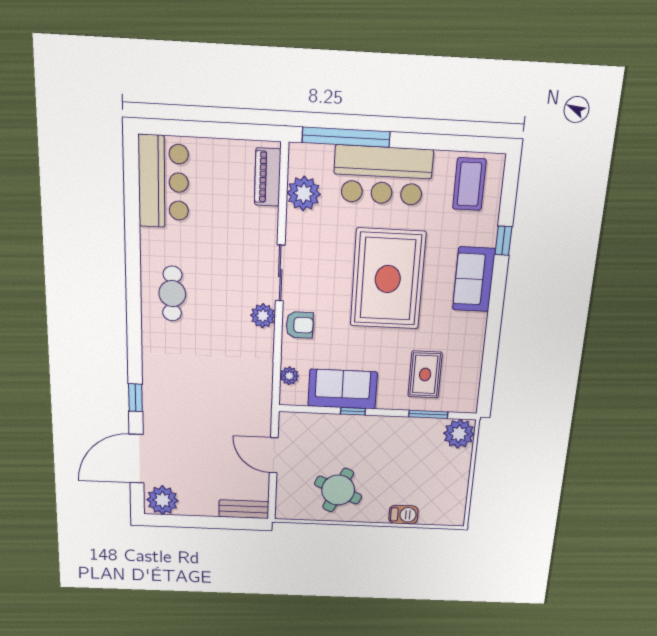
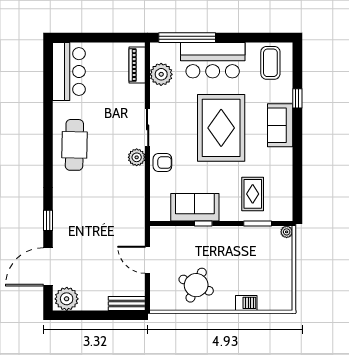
cafe table: (172, 294) -> (74, 145), width x1.37, depth x1.35
plant: (289, 376) -> (157, 199), removed
plant: (459, 434) -> (287, 232), width x0.53, depth x0.53

